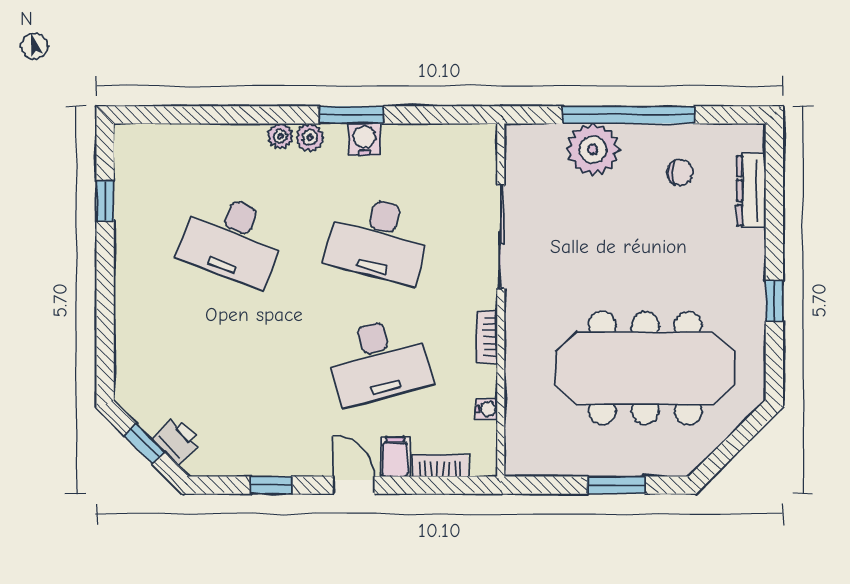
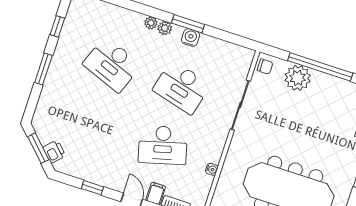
chair: (680, 172) -> (265, 66), moved
window: (105, 290) -> (43, 69), added
bookcase: (487, 337) -> (218, 151), removed
water cooler: (486, 409) -> (212, 169), moved
window: (144, 444) -> (38, 148), width x1.50

